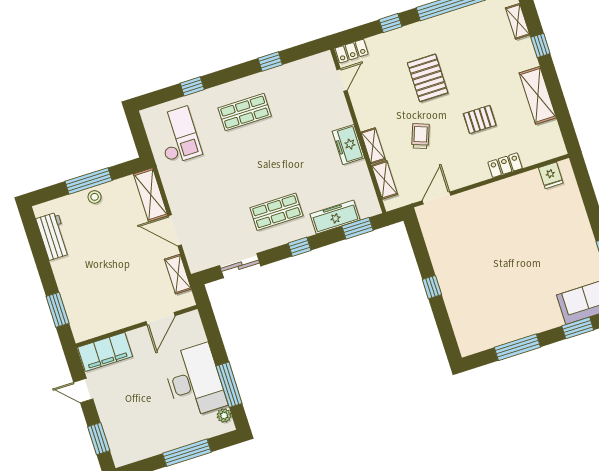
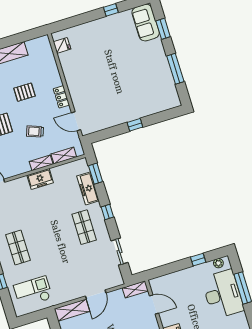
pallet: (480, 119) -> (24, 92), turned 90
locker: (505, 165) -> (61, 97), moved
shelving: (178, 274) -> (135, 289), moved
desk: (194, 381) -> (223, 294), moved, turned 90
window: (229, 385) -> (198, 260), width x0.46

